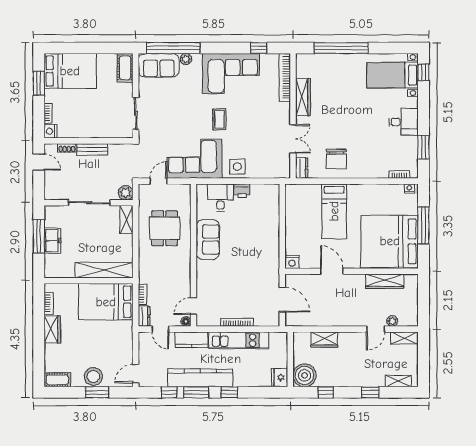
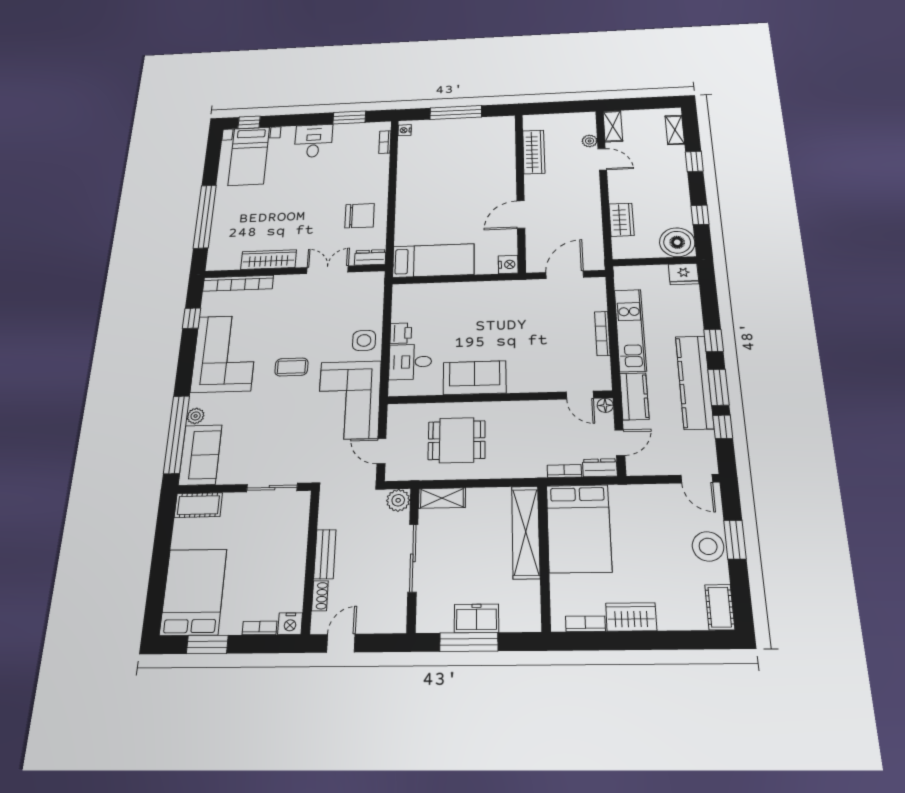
bed: (334, 211) -> (433, 261), moved
bed: (390, 241) -> (477, 149), removed

